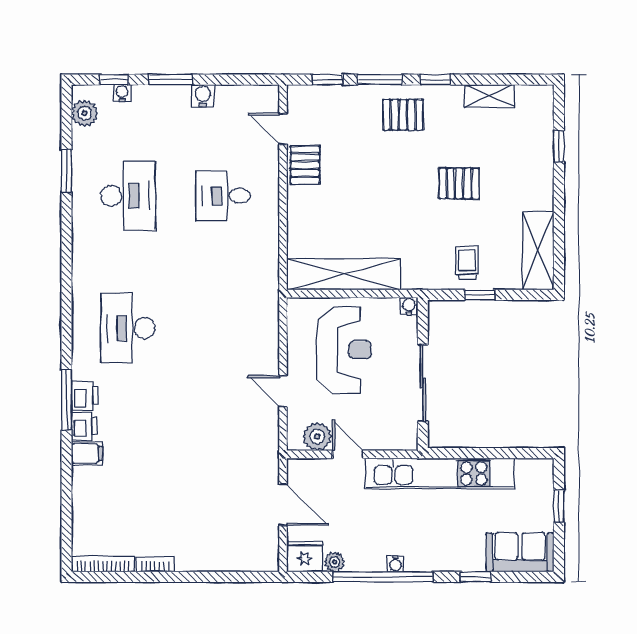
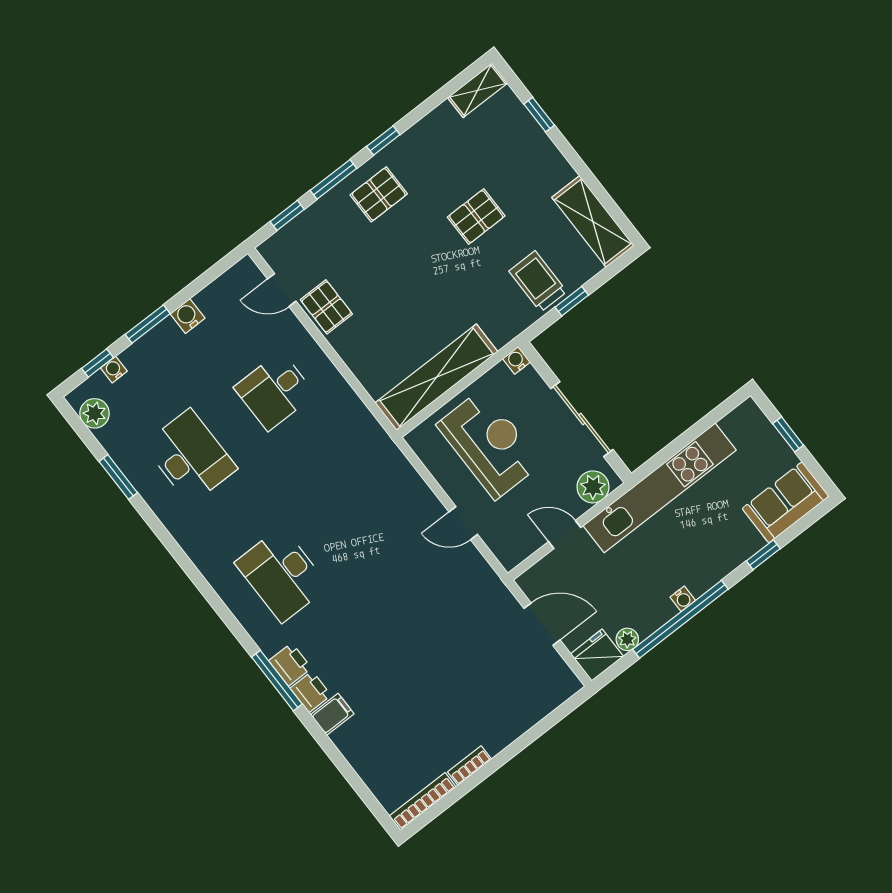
shelving: (489, 96) -> (477, 90), moved
trolley: (467, 262) -> (538, 281), width x1.36, depth x1.39
plant: (317, 437) -> (593, 487), moved

